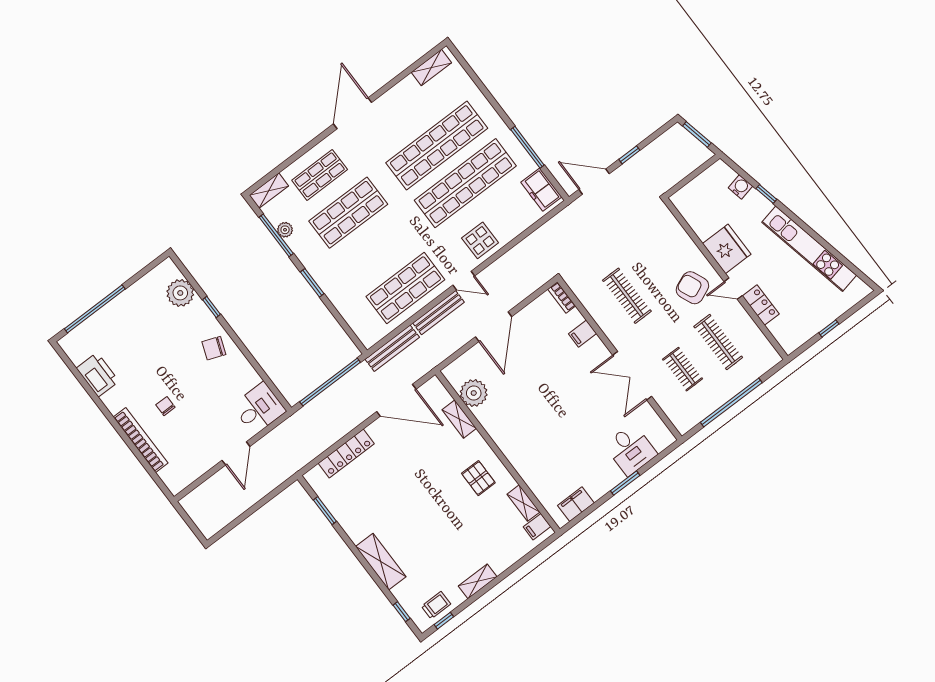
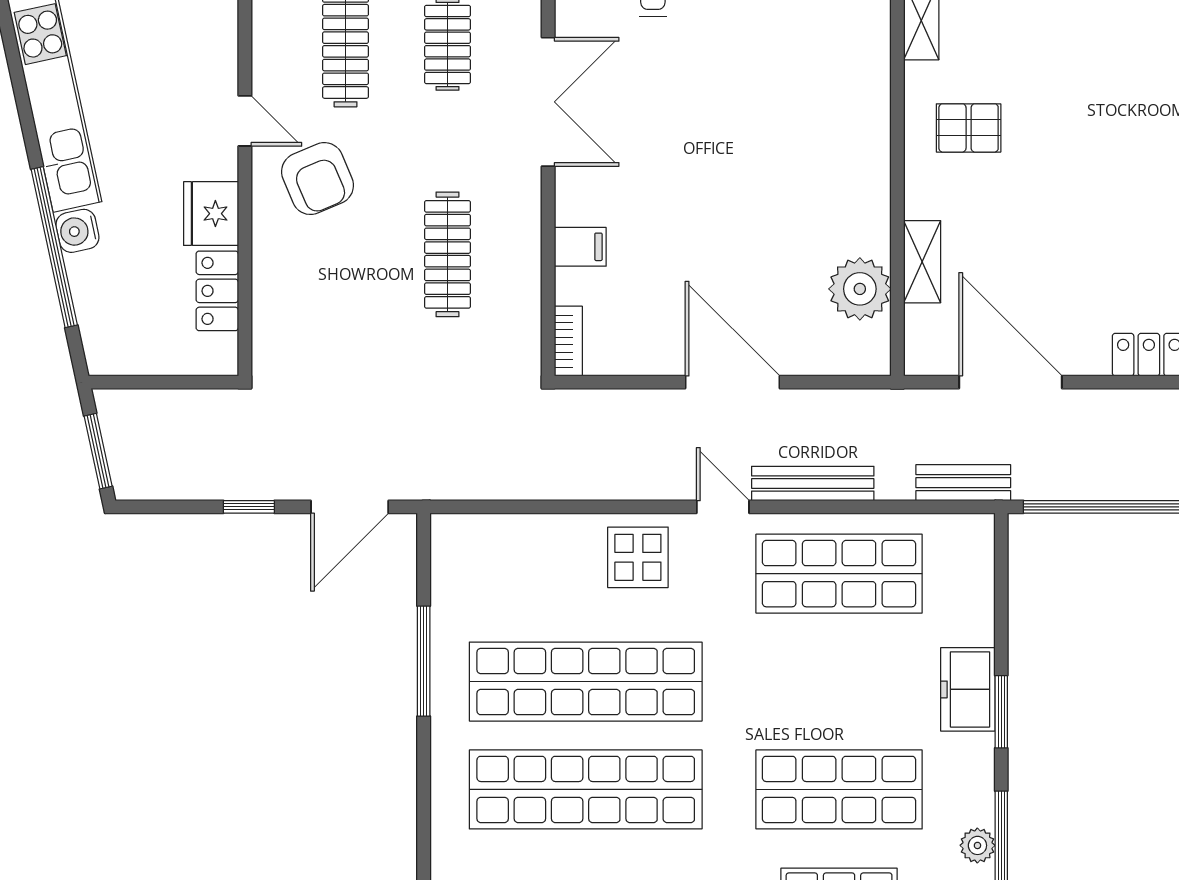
door: (594, 182) -> (350, 507), hinge flipped
water cooler: (740, 187) -> (77, 231), moved
freezer: (541, 190) -> (968, 689), moved, turned 180
window: (766, 194) -> (54, 247), width x3.17
fridge: (727, 249) -> (211, 214), width x0.73, depth x0.75
locker: (761, 305) -> (217, 291), moved
door: (493, 327) -> (732, 382), hinge flipped
bench: (392, 348) -> (963, 483), width x0.73
pallet: (478, 478) -> (969, 128), turned 90

